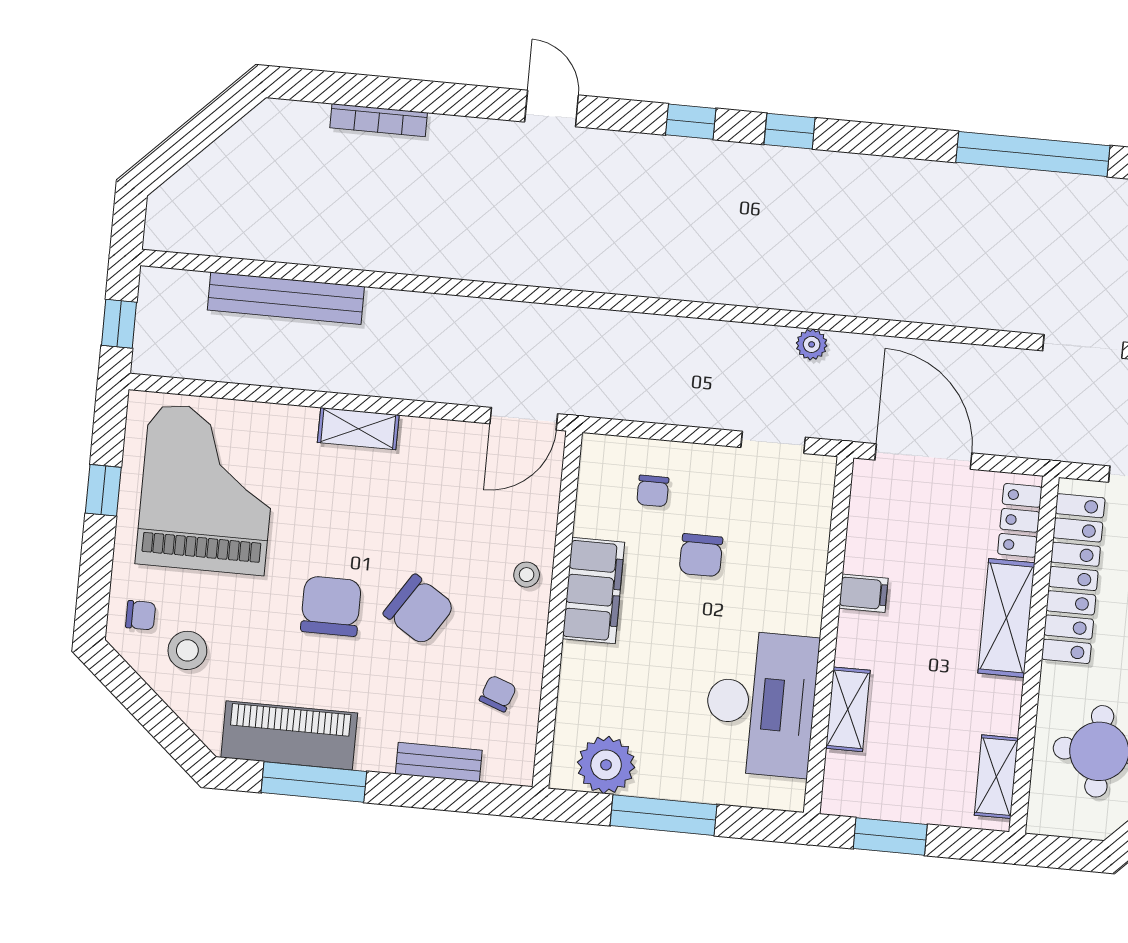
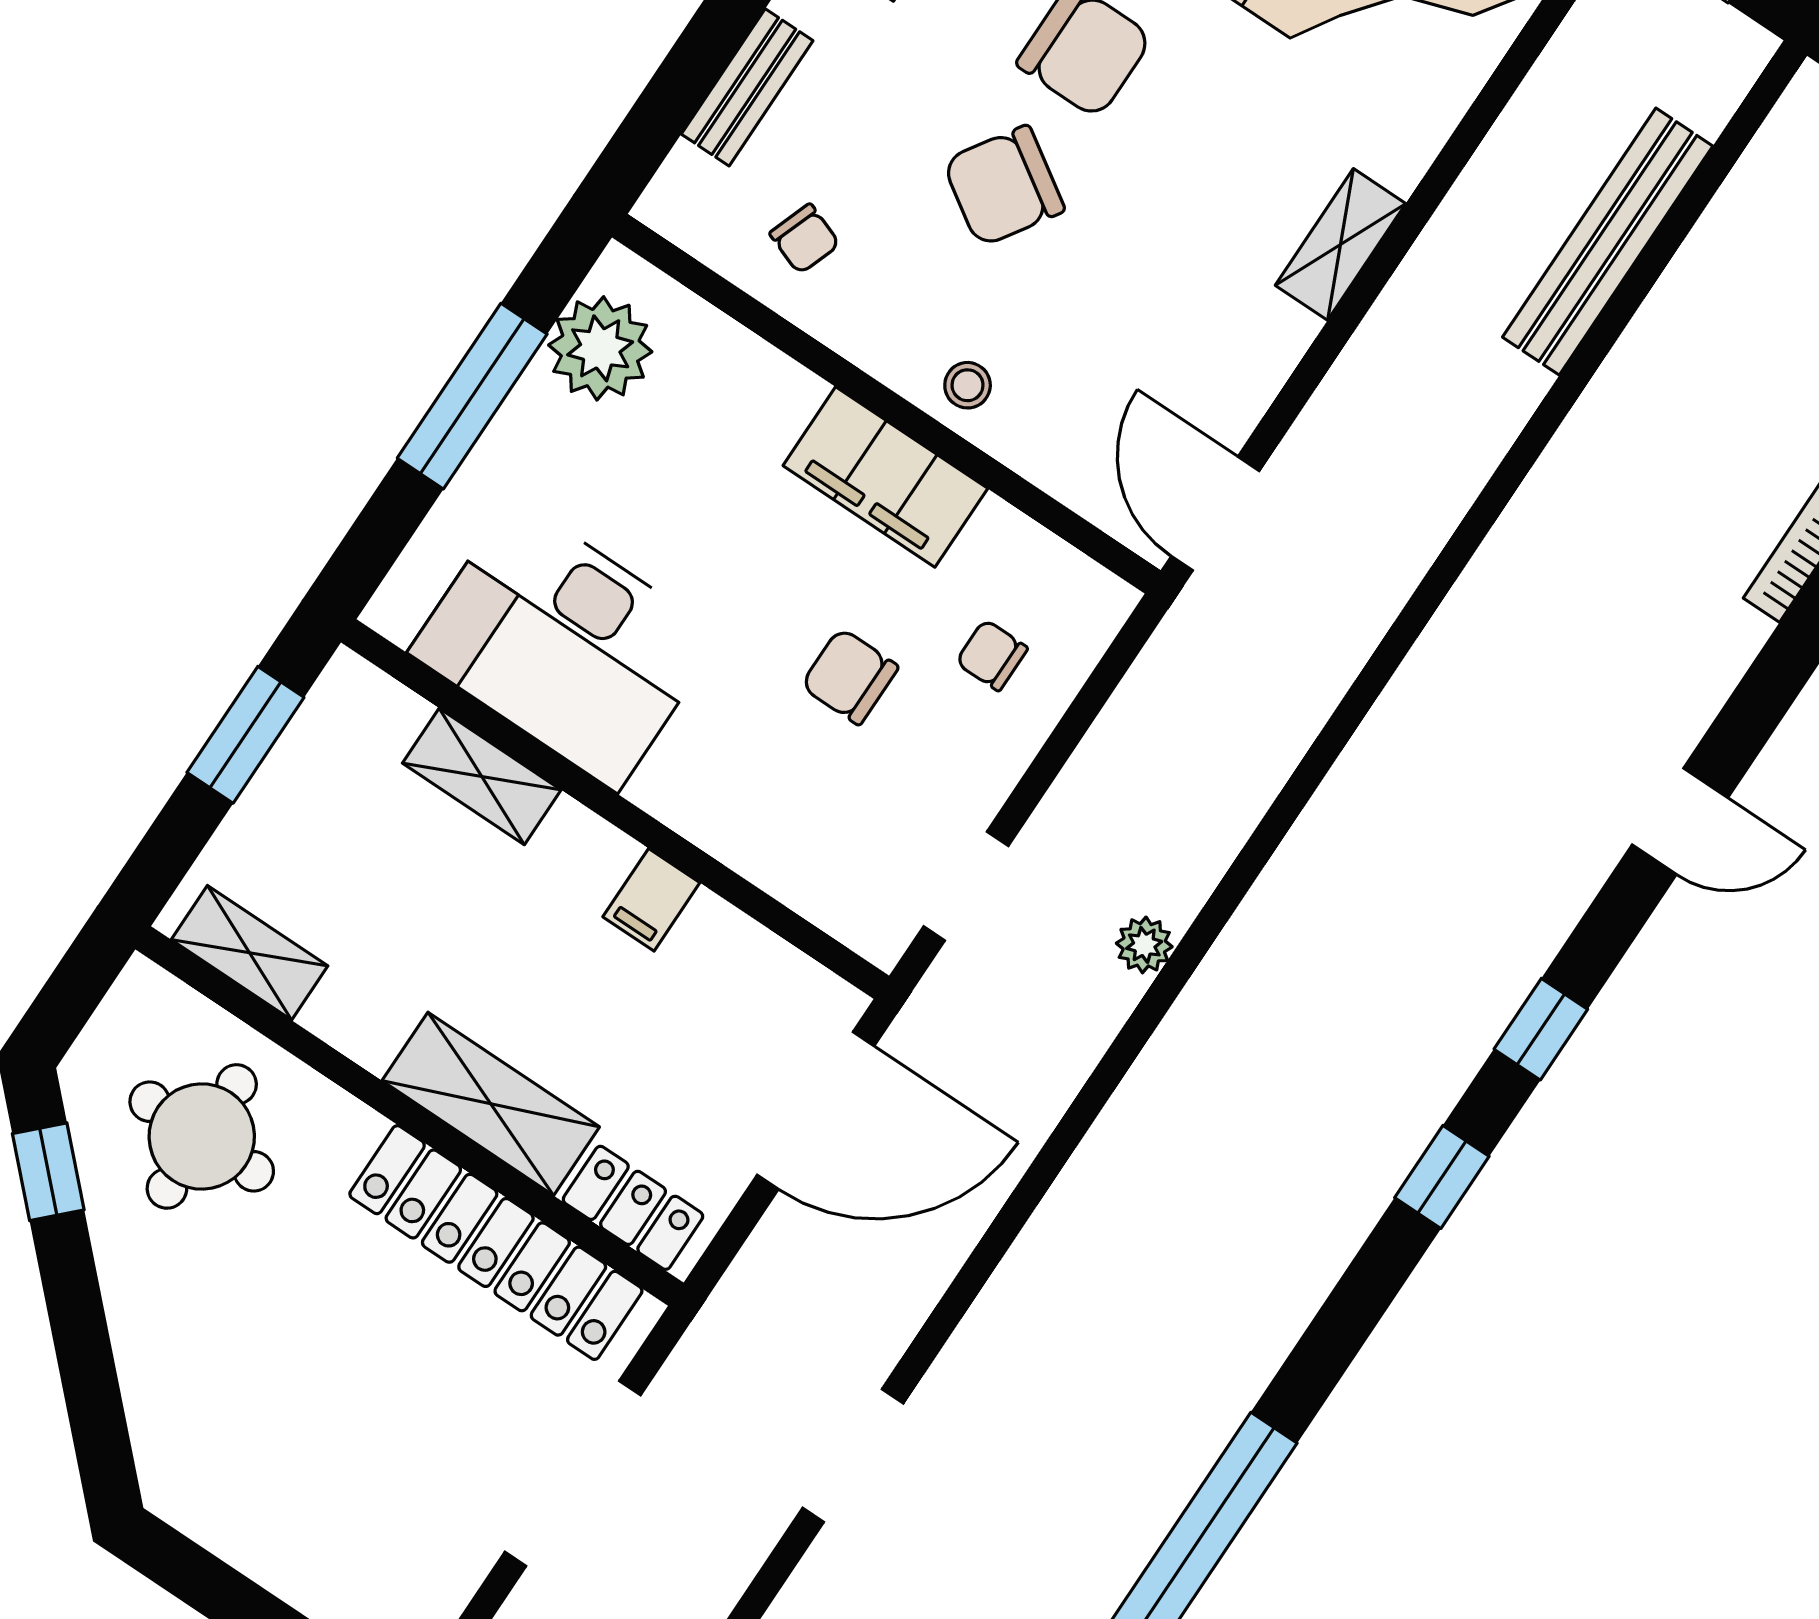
plant: (812, 344) -> (1144, 945), moved

